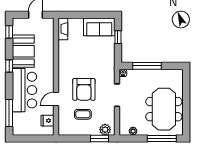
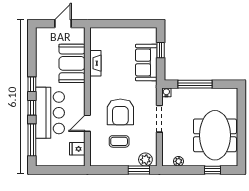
sofa: (99, 27) -> (146, 62), moved, turned 90
fireplace: (63, 29) -> (95, 63), moved
window: (9, 32) -> (32, 108), moved
booth: (23, 51) -> (72, 63), moved
window: (162, 138) -> (213, 170), width x0.46

